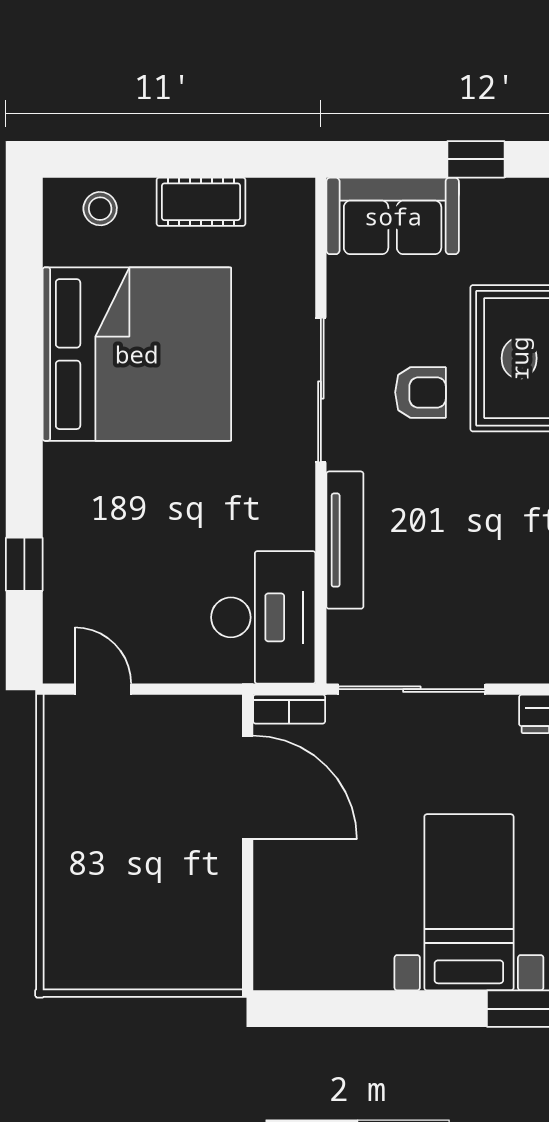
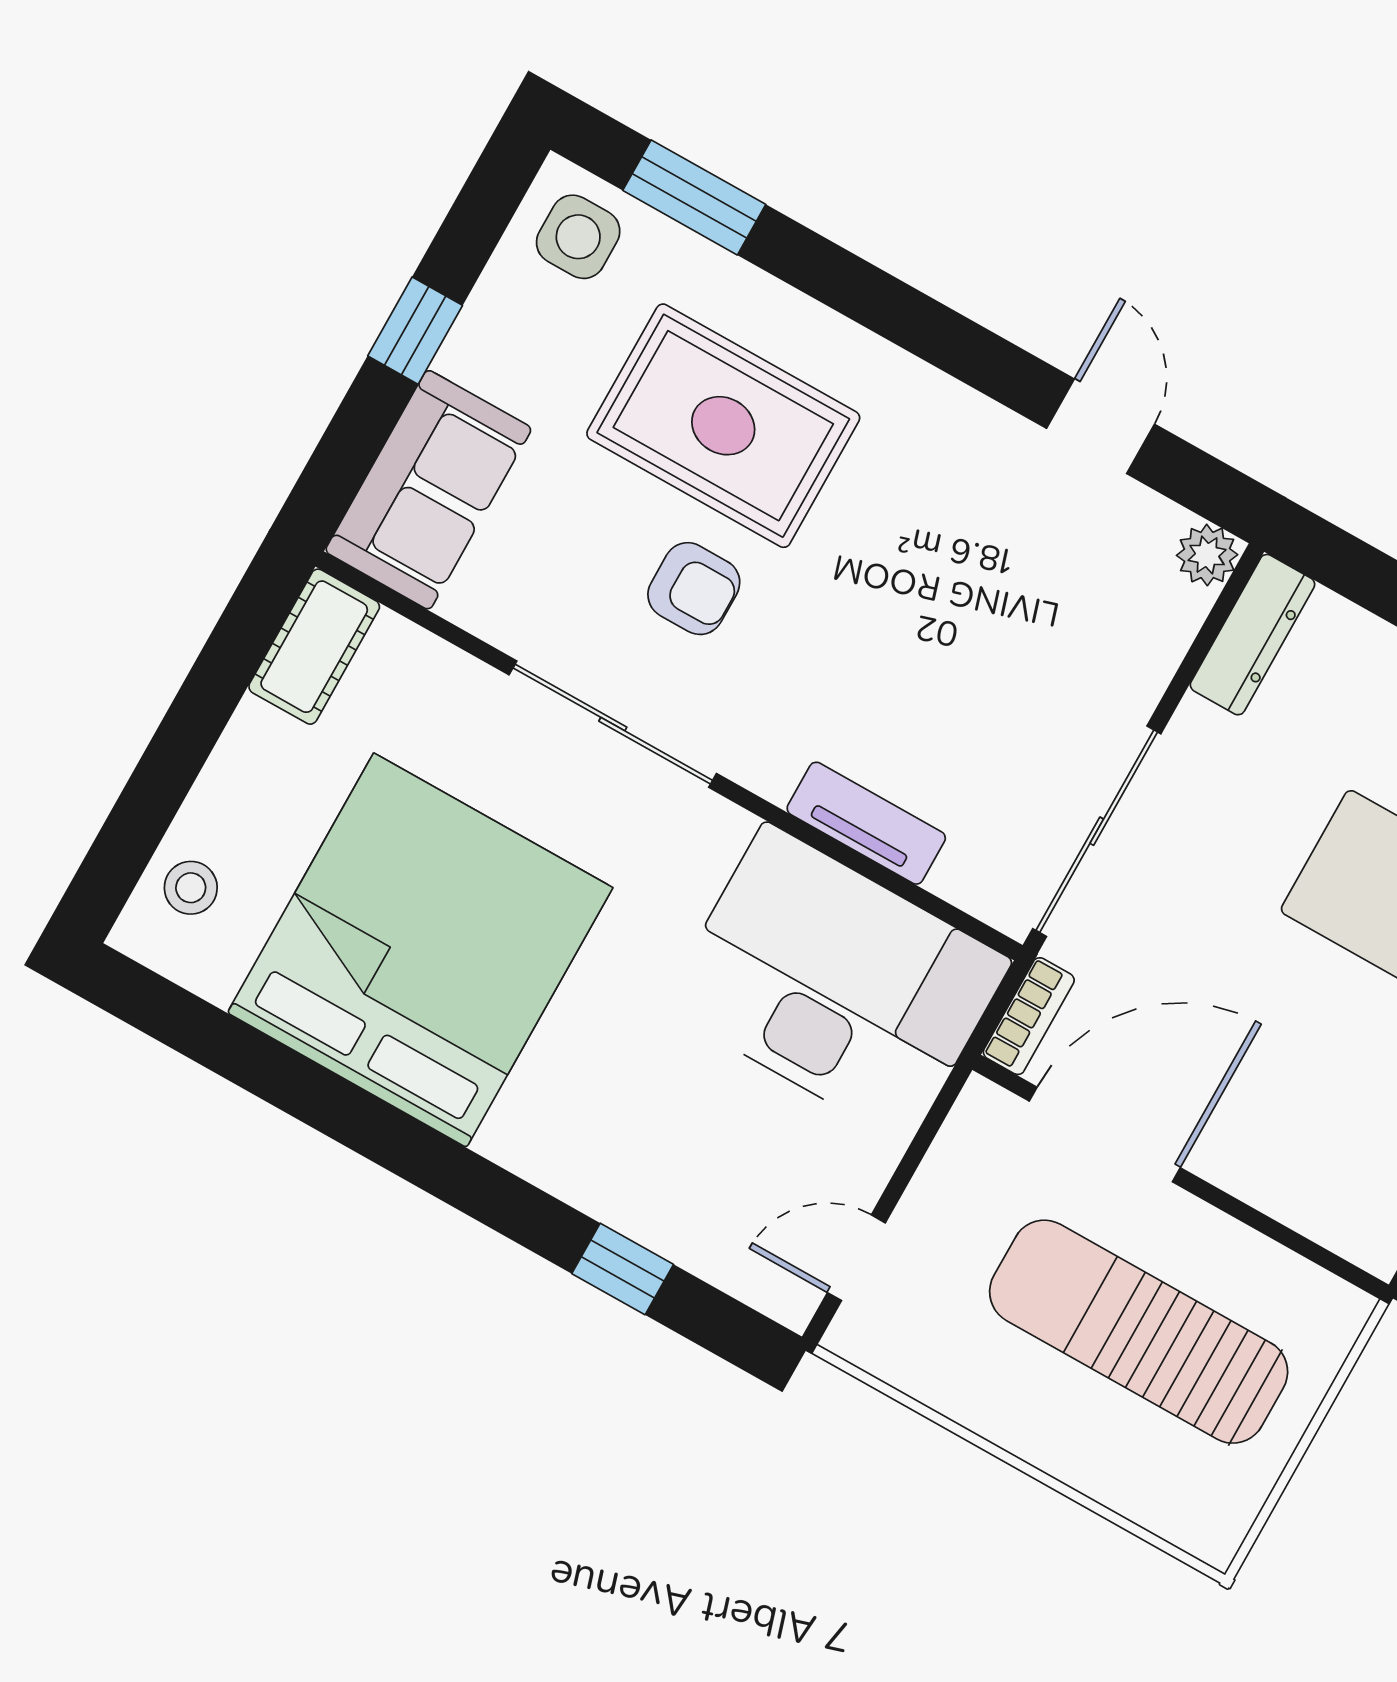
cot: (201, 202) -> (314, 647), moved
armchair: (420, 392) -> (694, 589), turned 90
tv unit: (345, 540) -> (866, 823), width x0.71
desk: (263, 617) -> (836, 983), width x1.36, depth x1.30
sun lounger: (150, 867) -> (1139, 1332), added

